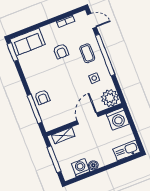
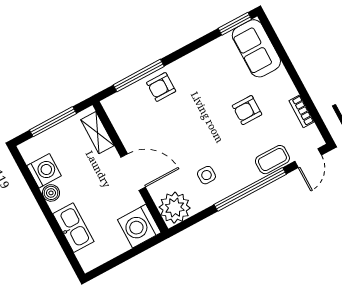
coffee table: (87, 53) -> (272, 160), moved
kitchen sink: (127, 151) -> (73, 228), moved

